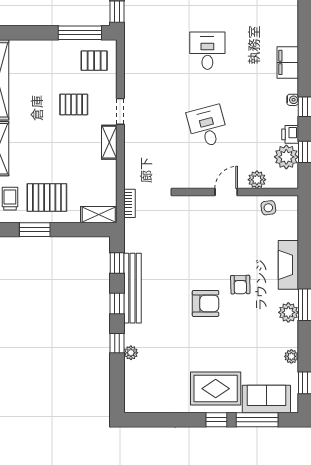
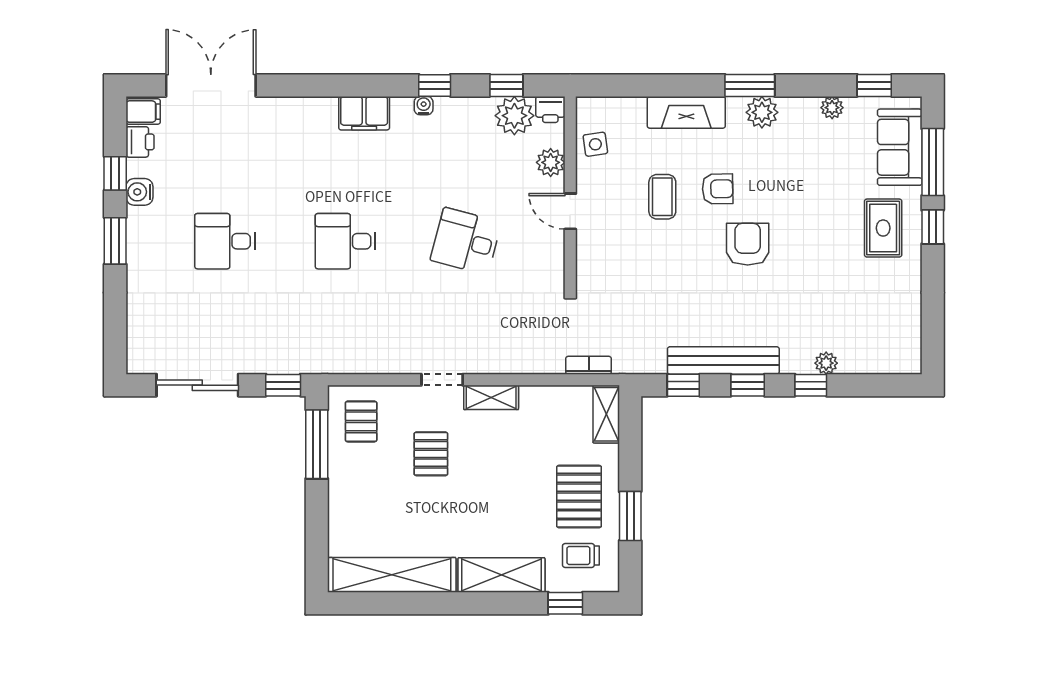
desk: (207, 126) -> (466, 241), turned 30
printer: (290, 134) -> (550, 109), moved
coffee table: (235, 250) -> (662, 197), added
rug: (216, 389) -> (883, 228), width x0.73, depth x0.70

